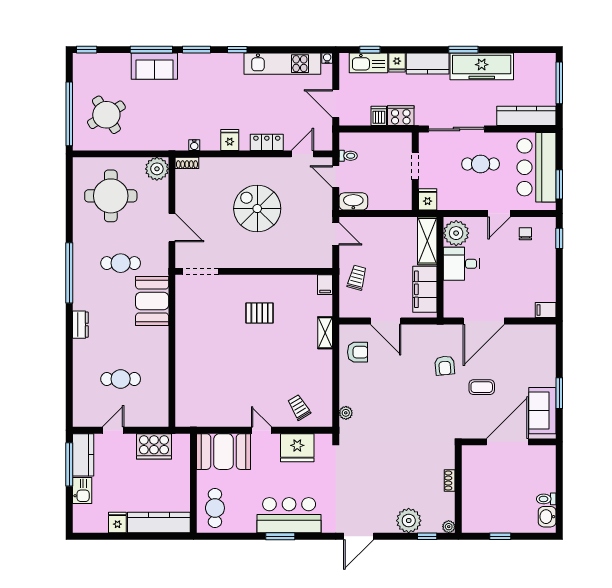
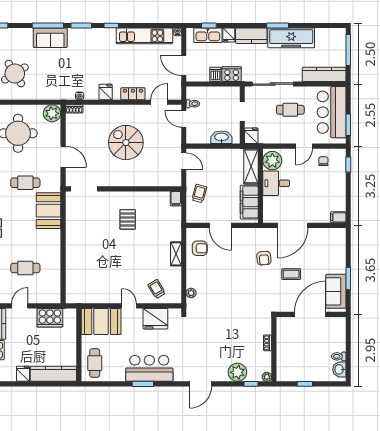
washbasin: (353, 201) -> (221, 137), moved
pallet: (260, 313) -> (128, 219), turned 90
shelving: (325, 333) -> (176, 254), moved

